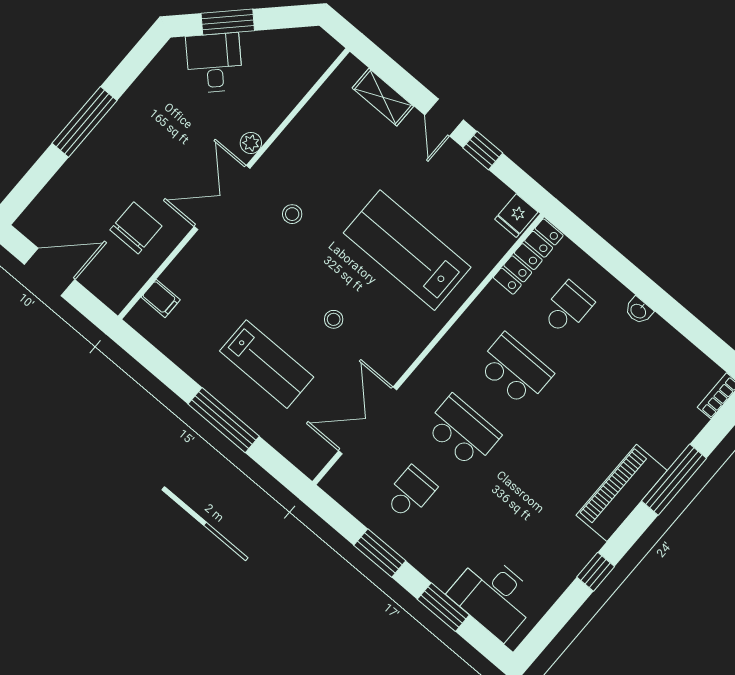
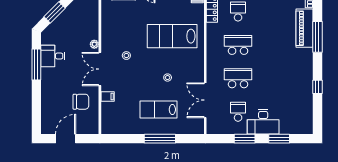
desk: (214, 63) -> (53, 56), moved, turned -45
window: (85, 122) -> (36, 64), moved
chair: (136, 228) -> (81, 102), turned 90
filing cabinet: (161, 298) -> (108, 97), moved
lab bench: (267, 364) -> (158, 110), turned 180
piano: (622, 493) -> (305, 28), moved
desk: (494, 596) -> (263, 122), moved

